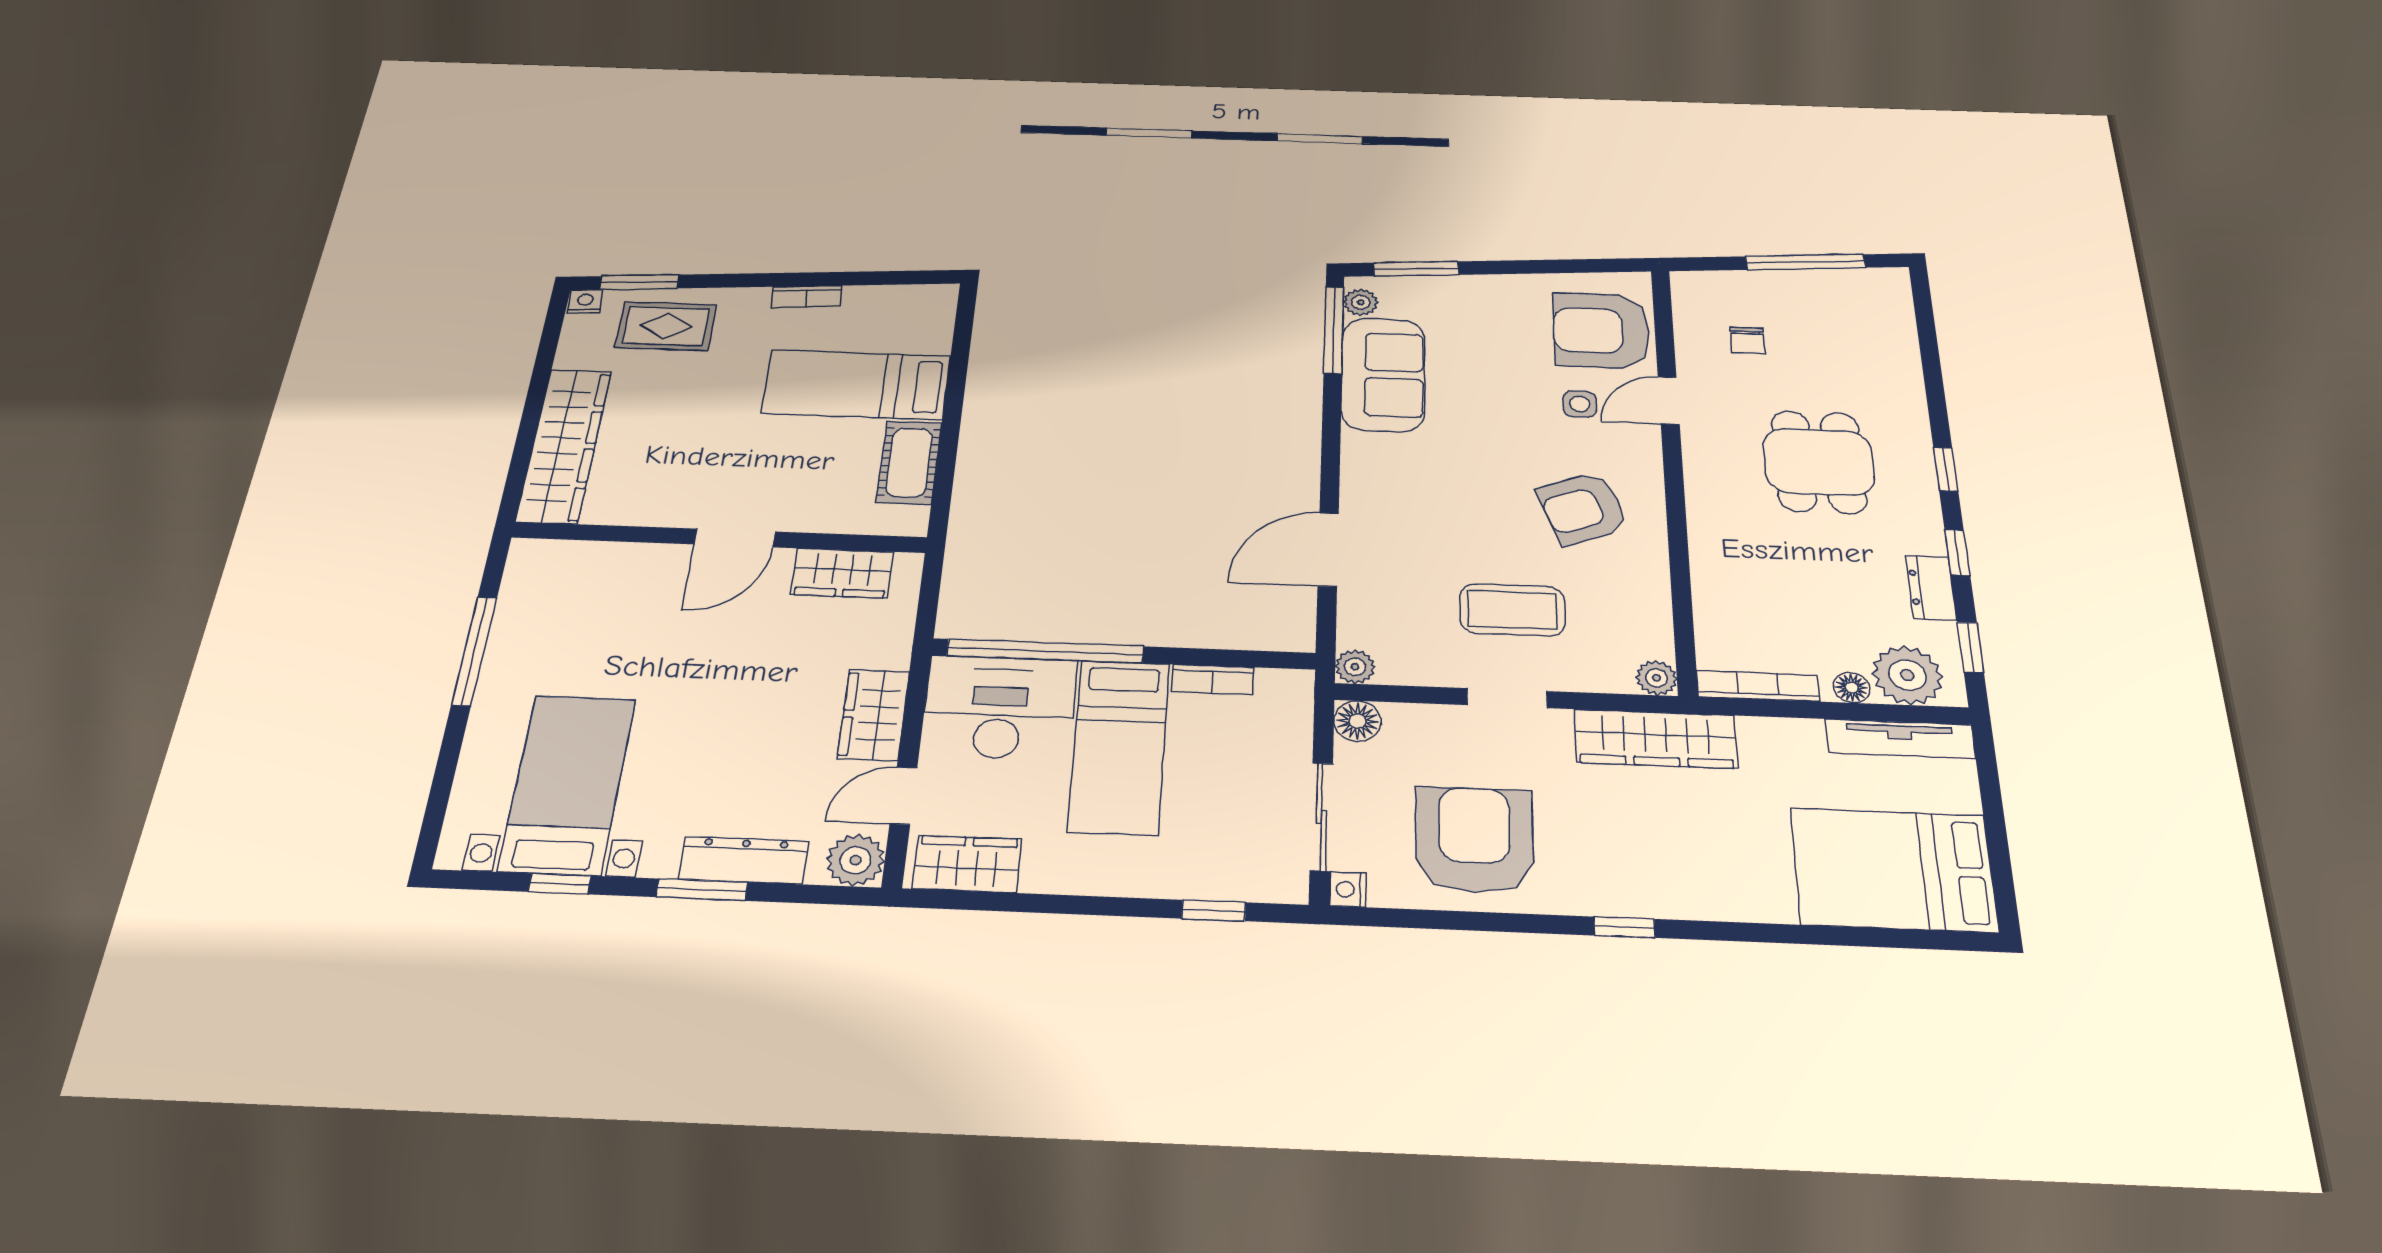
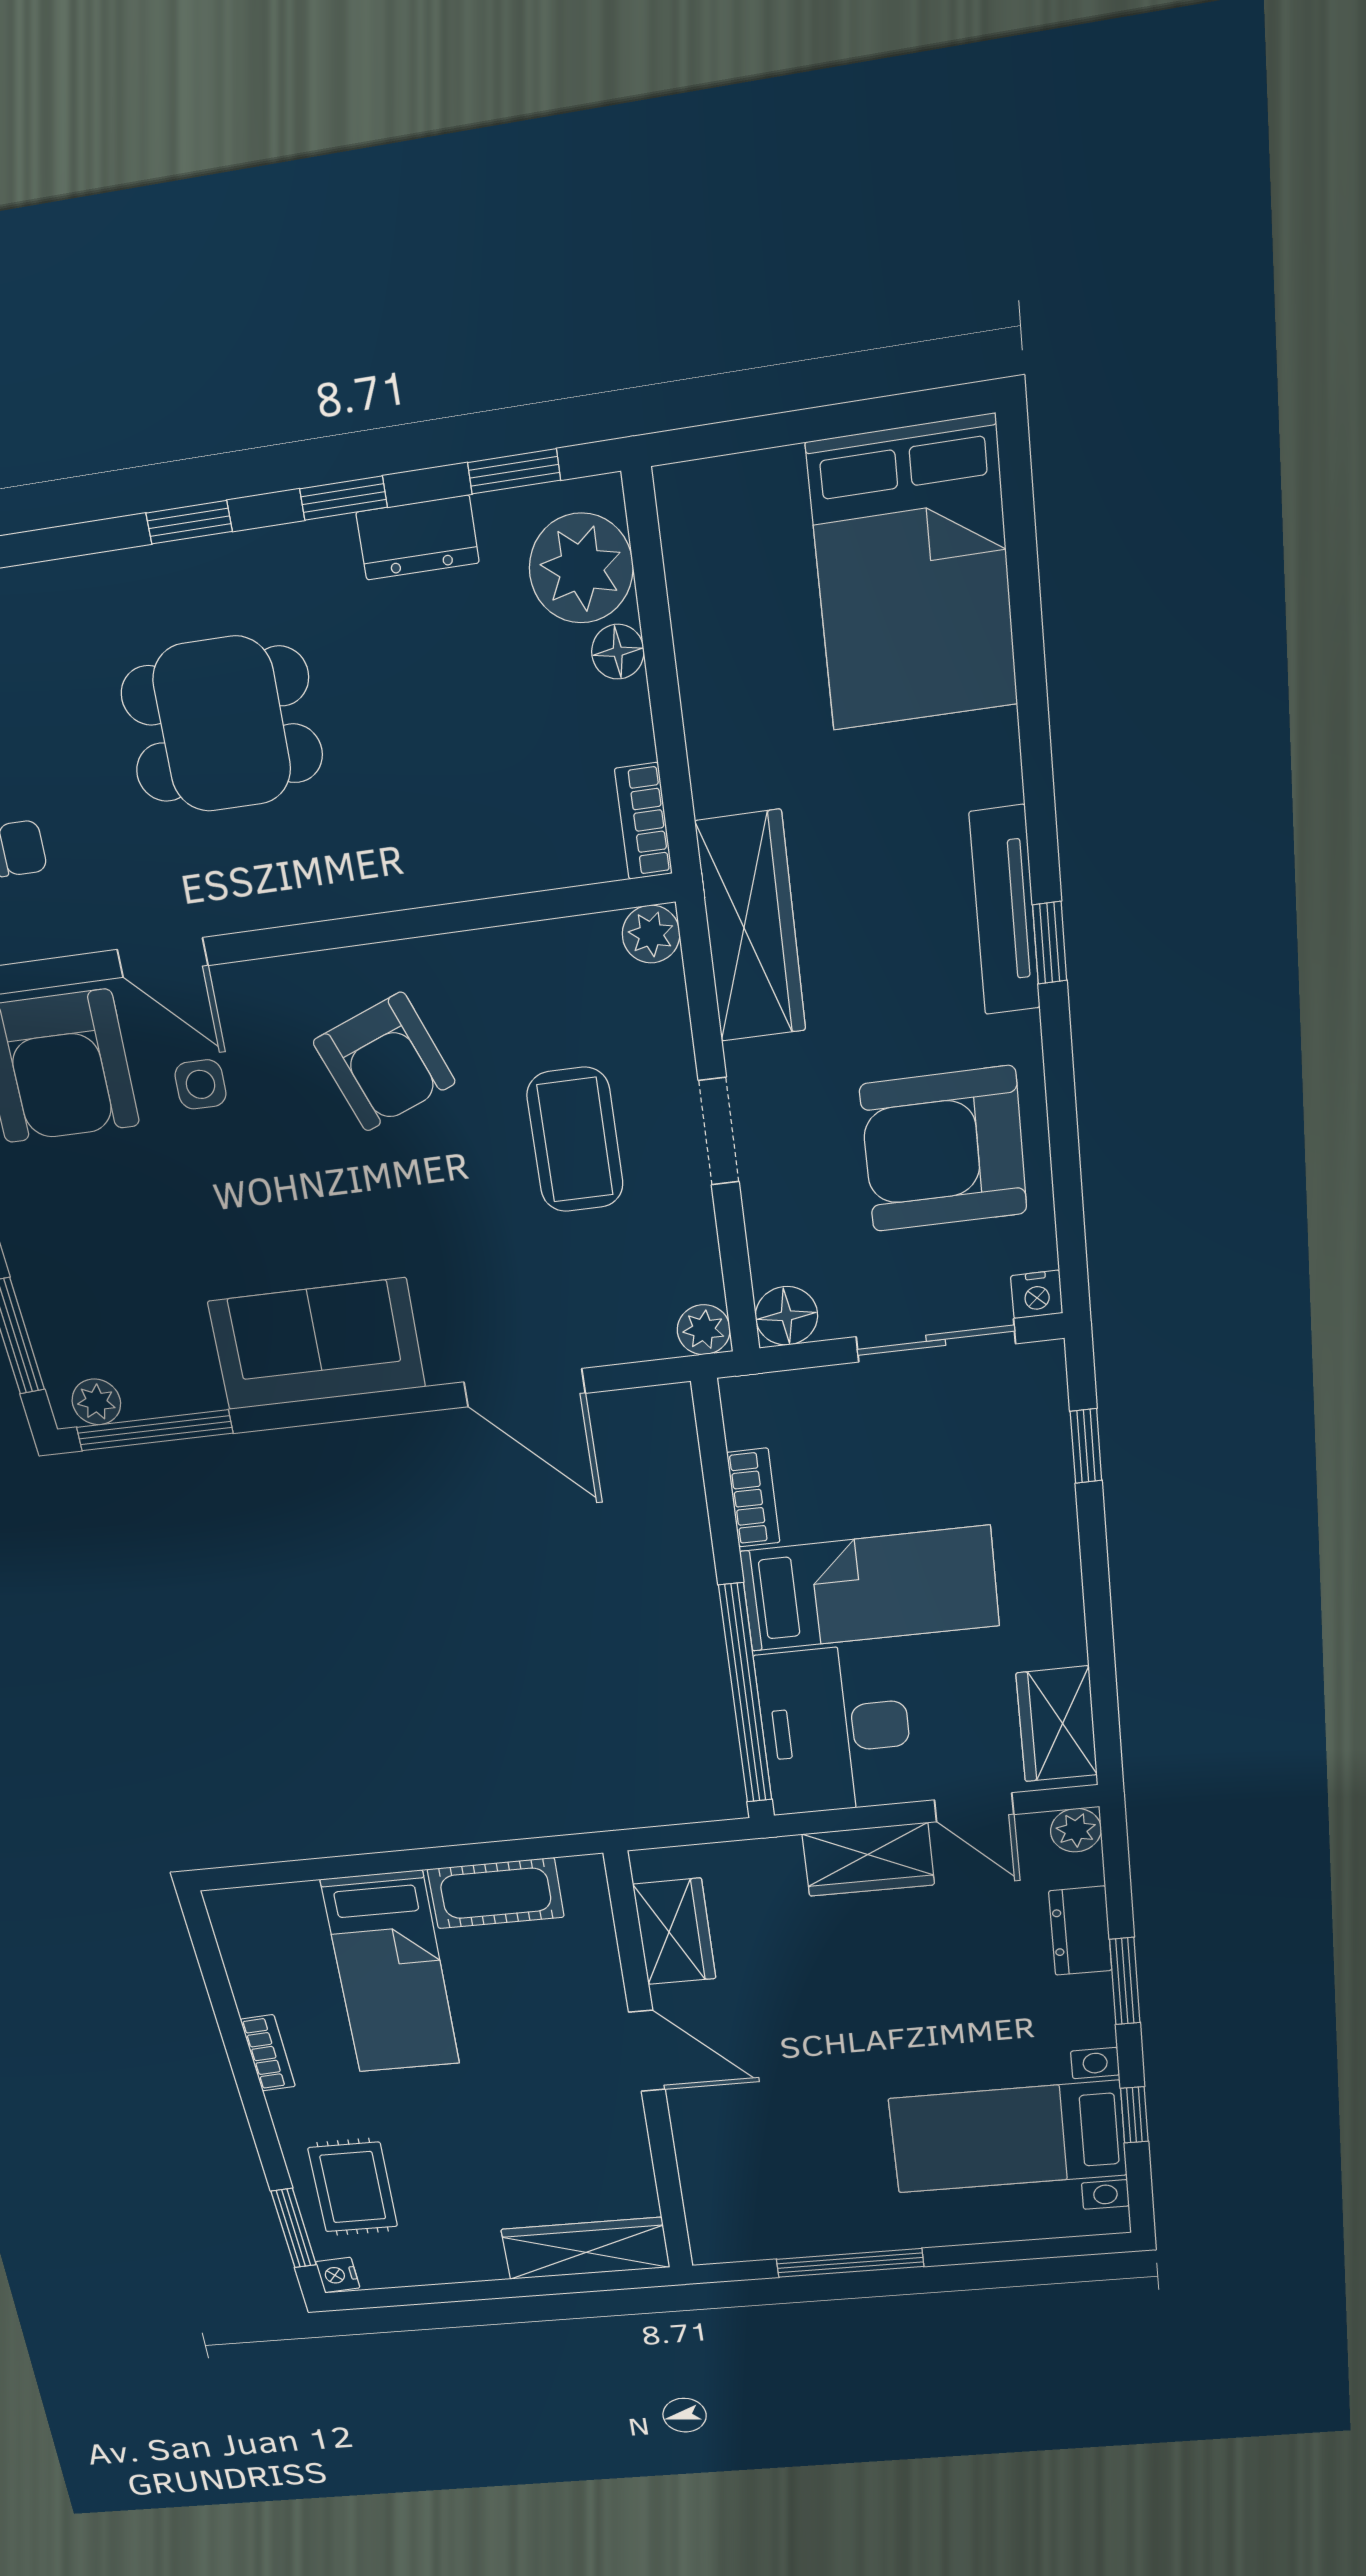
sofa: (1383, 374) -> (317, 1344), moved
wardrobe: (564, 445) -> (586, 2248), width x0.71, depth x0.85
bookcase: (1758, 686) -> (644, 821), width x0.64
tv unit: (1900, 739) -> (1005, 911), moved, turned 180
dresser: (744, 860) -> (1080, 1931), width x0.70
plant: (856, 860) -> (1076, 1830), width x0.73, depth x0.73

